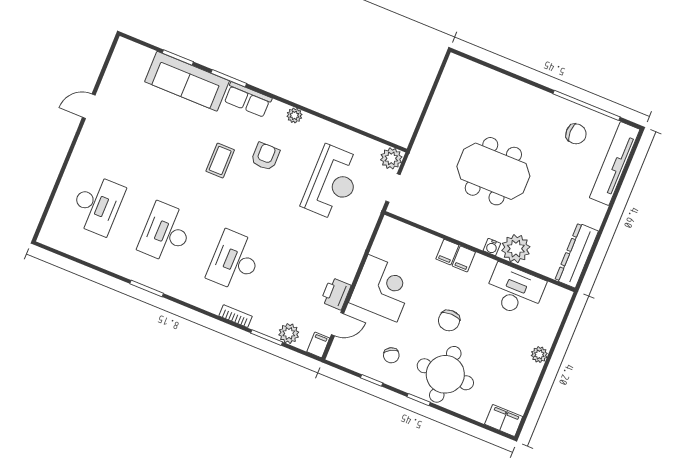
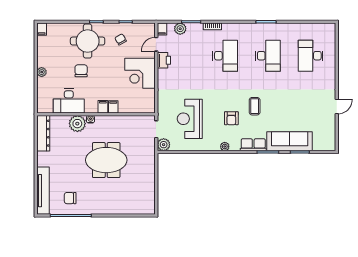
chair: (449, 320) -> (81, 71), moved
filing cabinet: (504, 420) -> (42, 29), width x0.50

